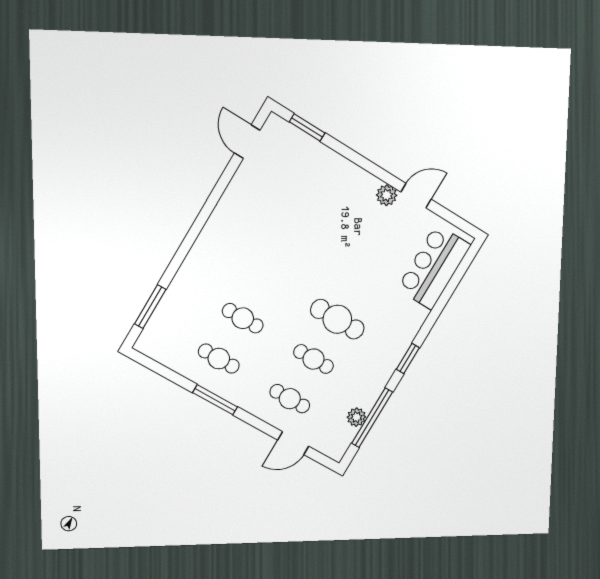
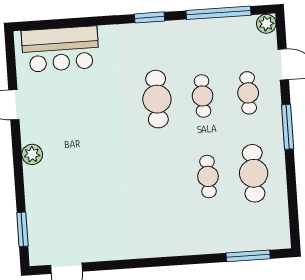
plant: (387, 195) -> (32, 154), moved
cafe table: (219, 359) -> (254, 173), width x1.37, depth x1.35
window: (215, 400) -> (288, 127), moved
plant: (356, 417) -> (266, 24), moved

